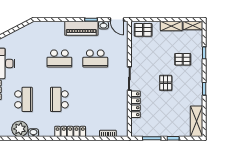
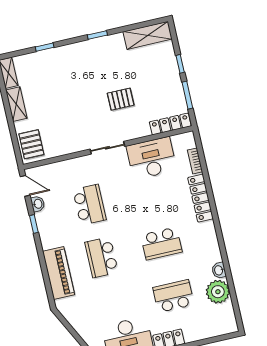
door: (117, 20) -> (25, 186), hinge flipped
piano: (81, 28) -> (59, 273), moved
school desk: (59, 58) -> (101, 257), turned 180
pallet: (183, 59) -> (61, 76), removed
pallet: (166, 83) -> (121, 99), moved
locker: (136, 104) -> (170, 124), moved
desk: (116, 106) -> (151, 158), added
locker: (70, 131) -> (201, 198), moved

